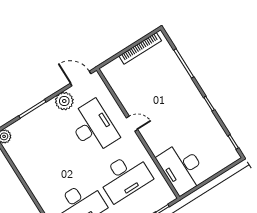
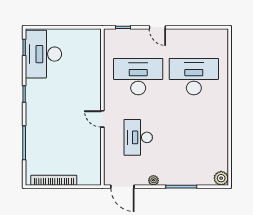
plant: (64, 101) -> (153, 180), width x0.53, depth x0.53
desk: (93, 127) -> (138, 137), width x0.73, depth x0.77
desk: (182, 168) -> (43, 54), moved, turned 180

